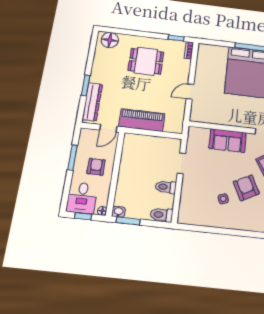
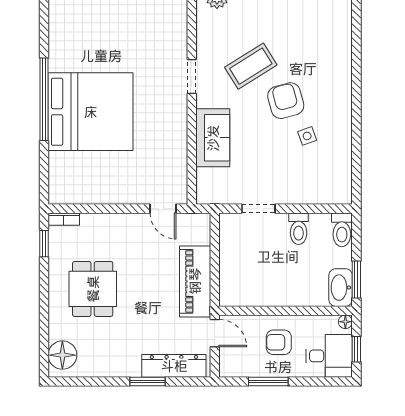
door: (190, 92) -> (163, 209), moved
armchair: (246, 188) -> (286, 101), turned 102
washbasin: (118, 212) -> (341, 288), width x1.91, depth x1.45

